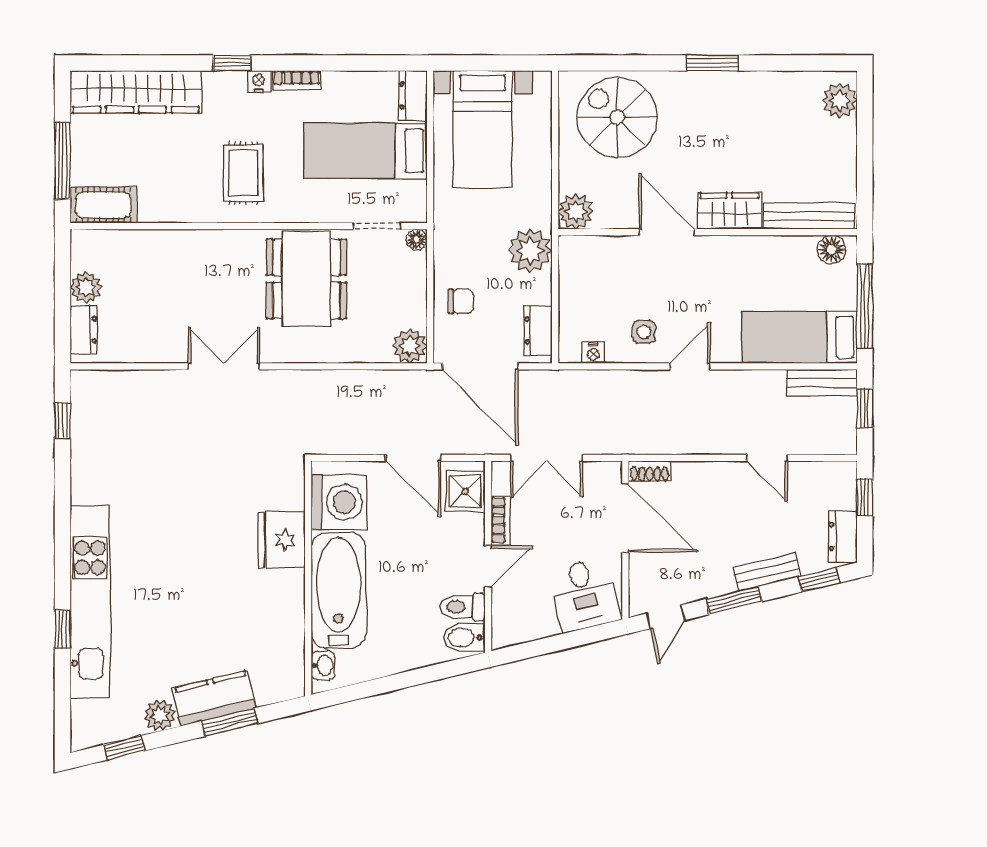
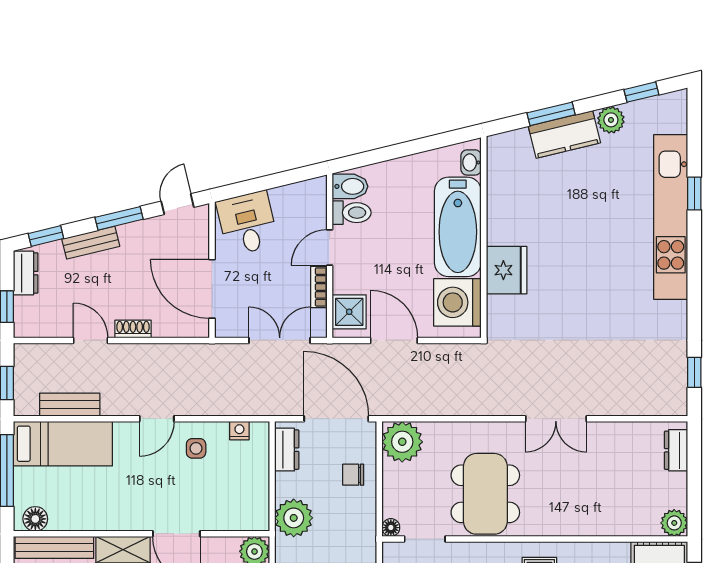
plant: (86, 287) -> (674, 523), moved
plant: (410, 346) -> (402, 442), width x1.36, depth x1.36
bench: (822, 383) -> (70, 405), moved
shoe rack: (650, 471) -> (133, 329), moved

